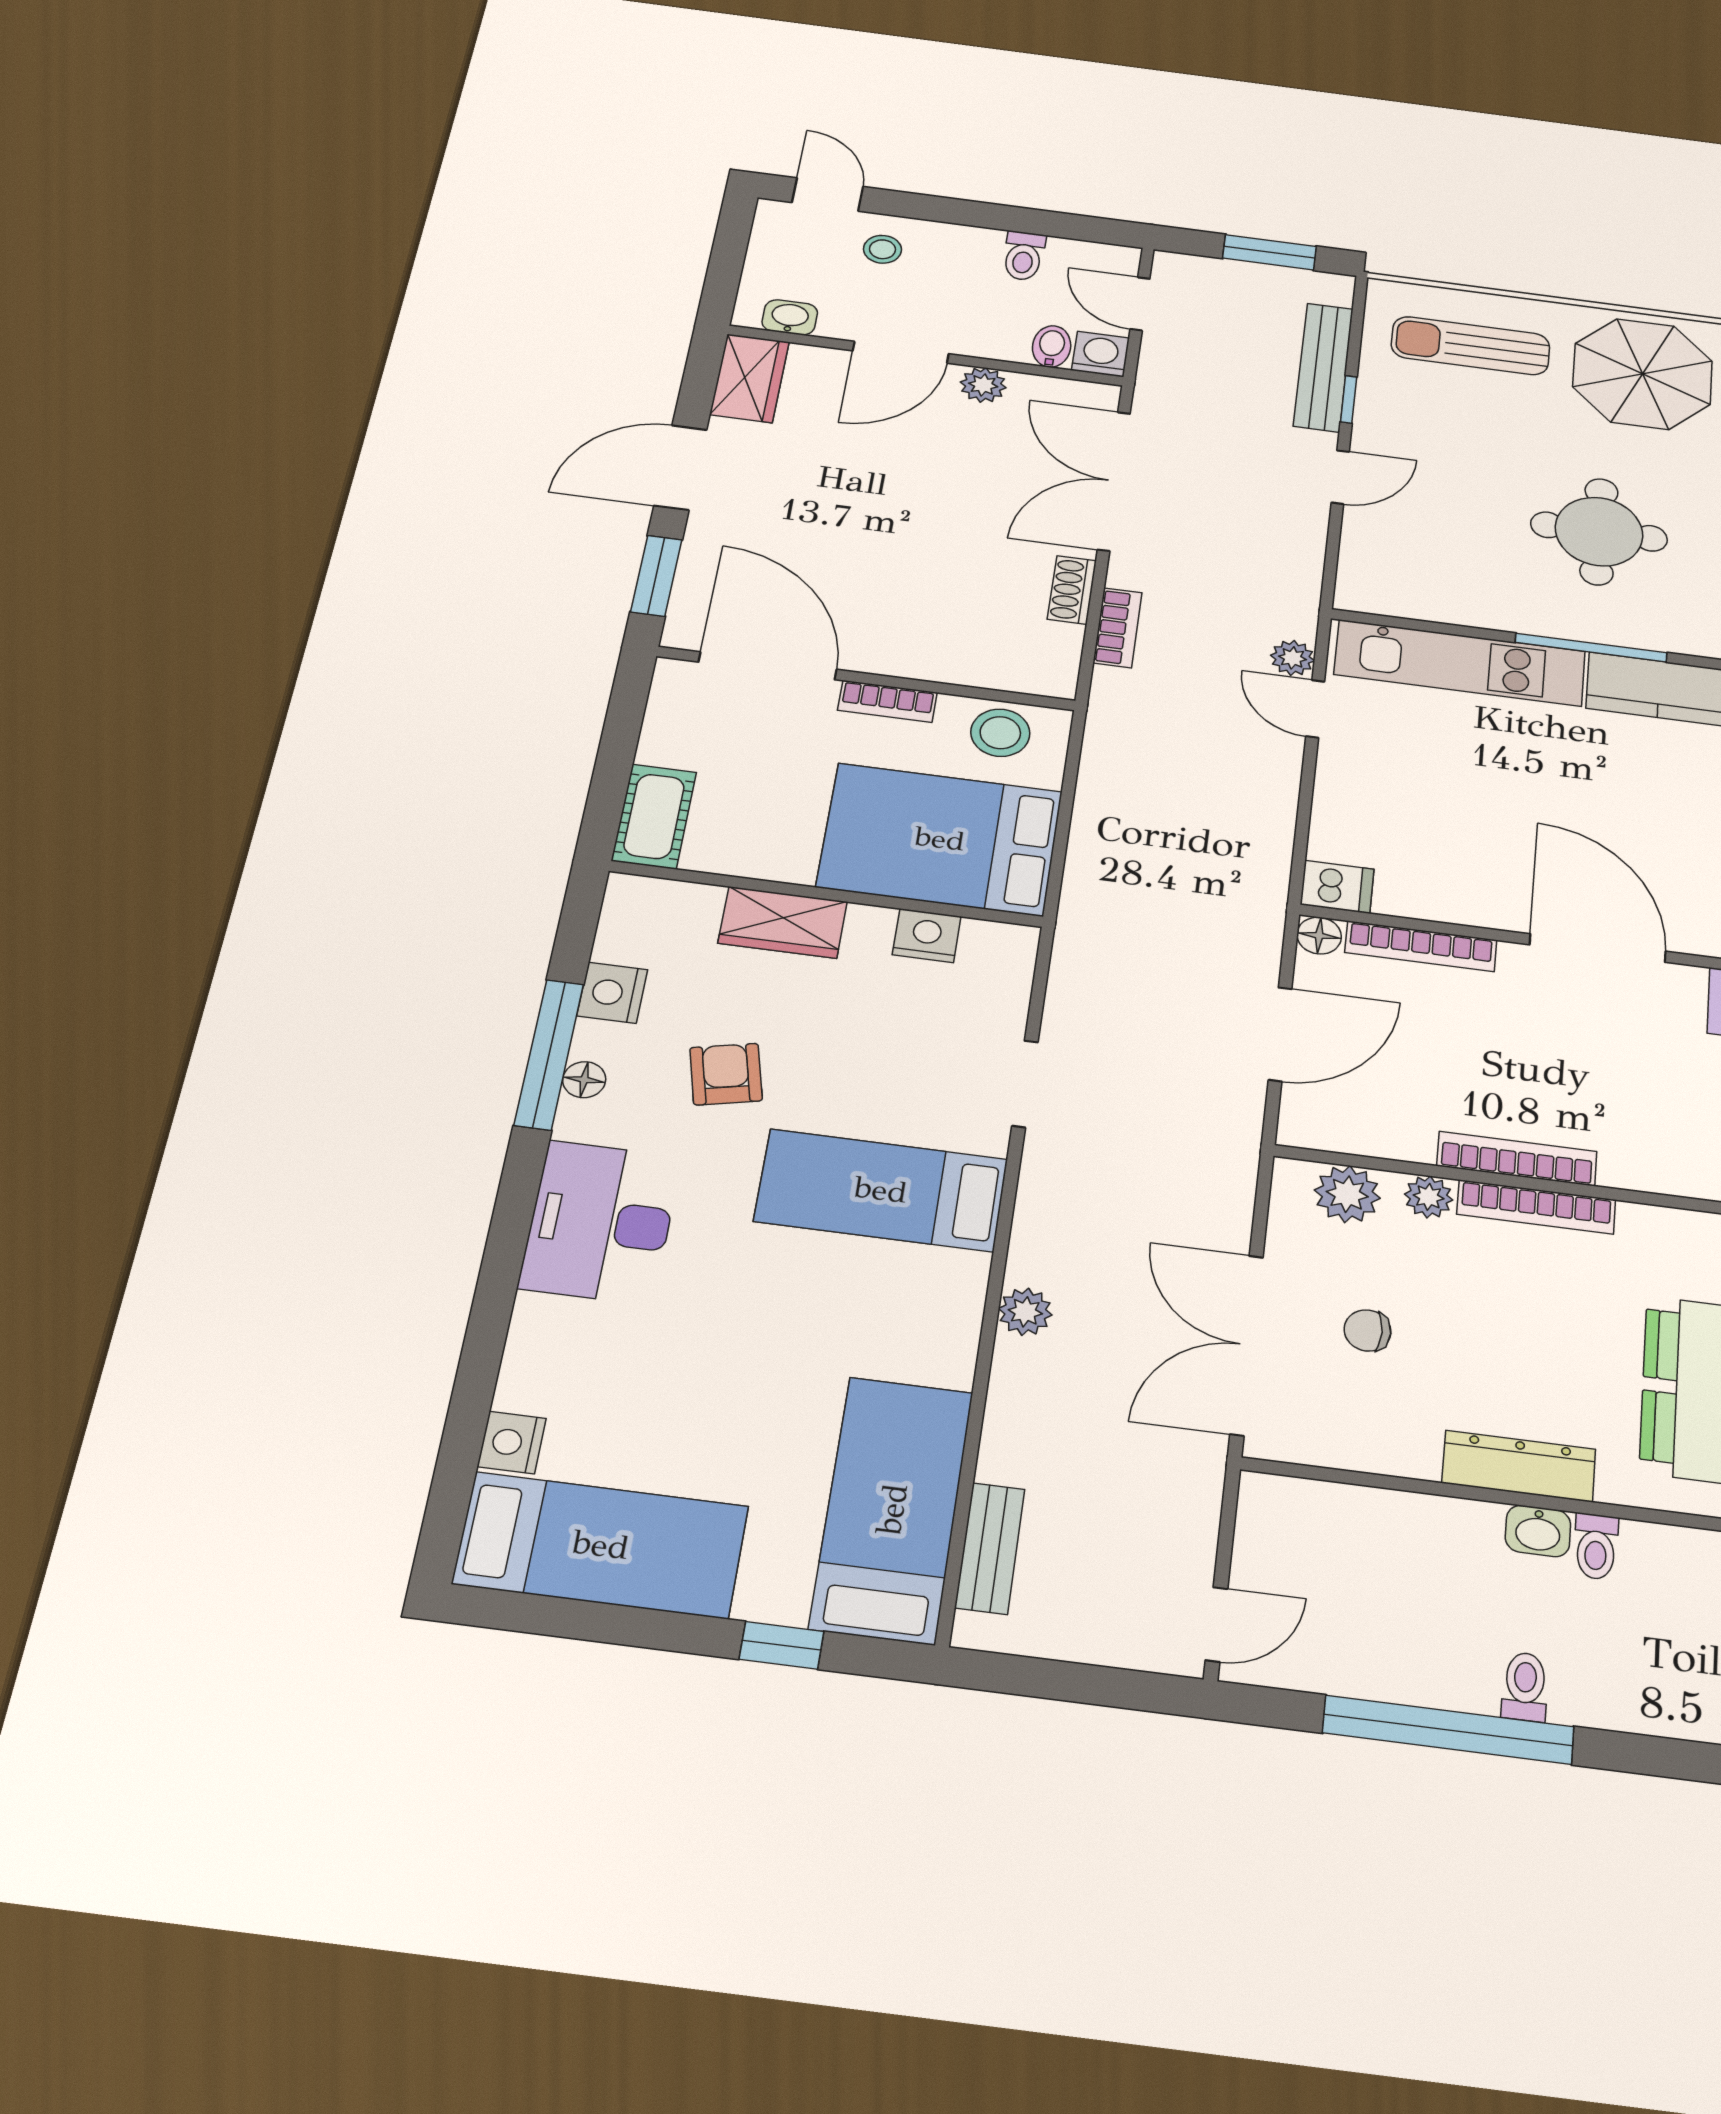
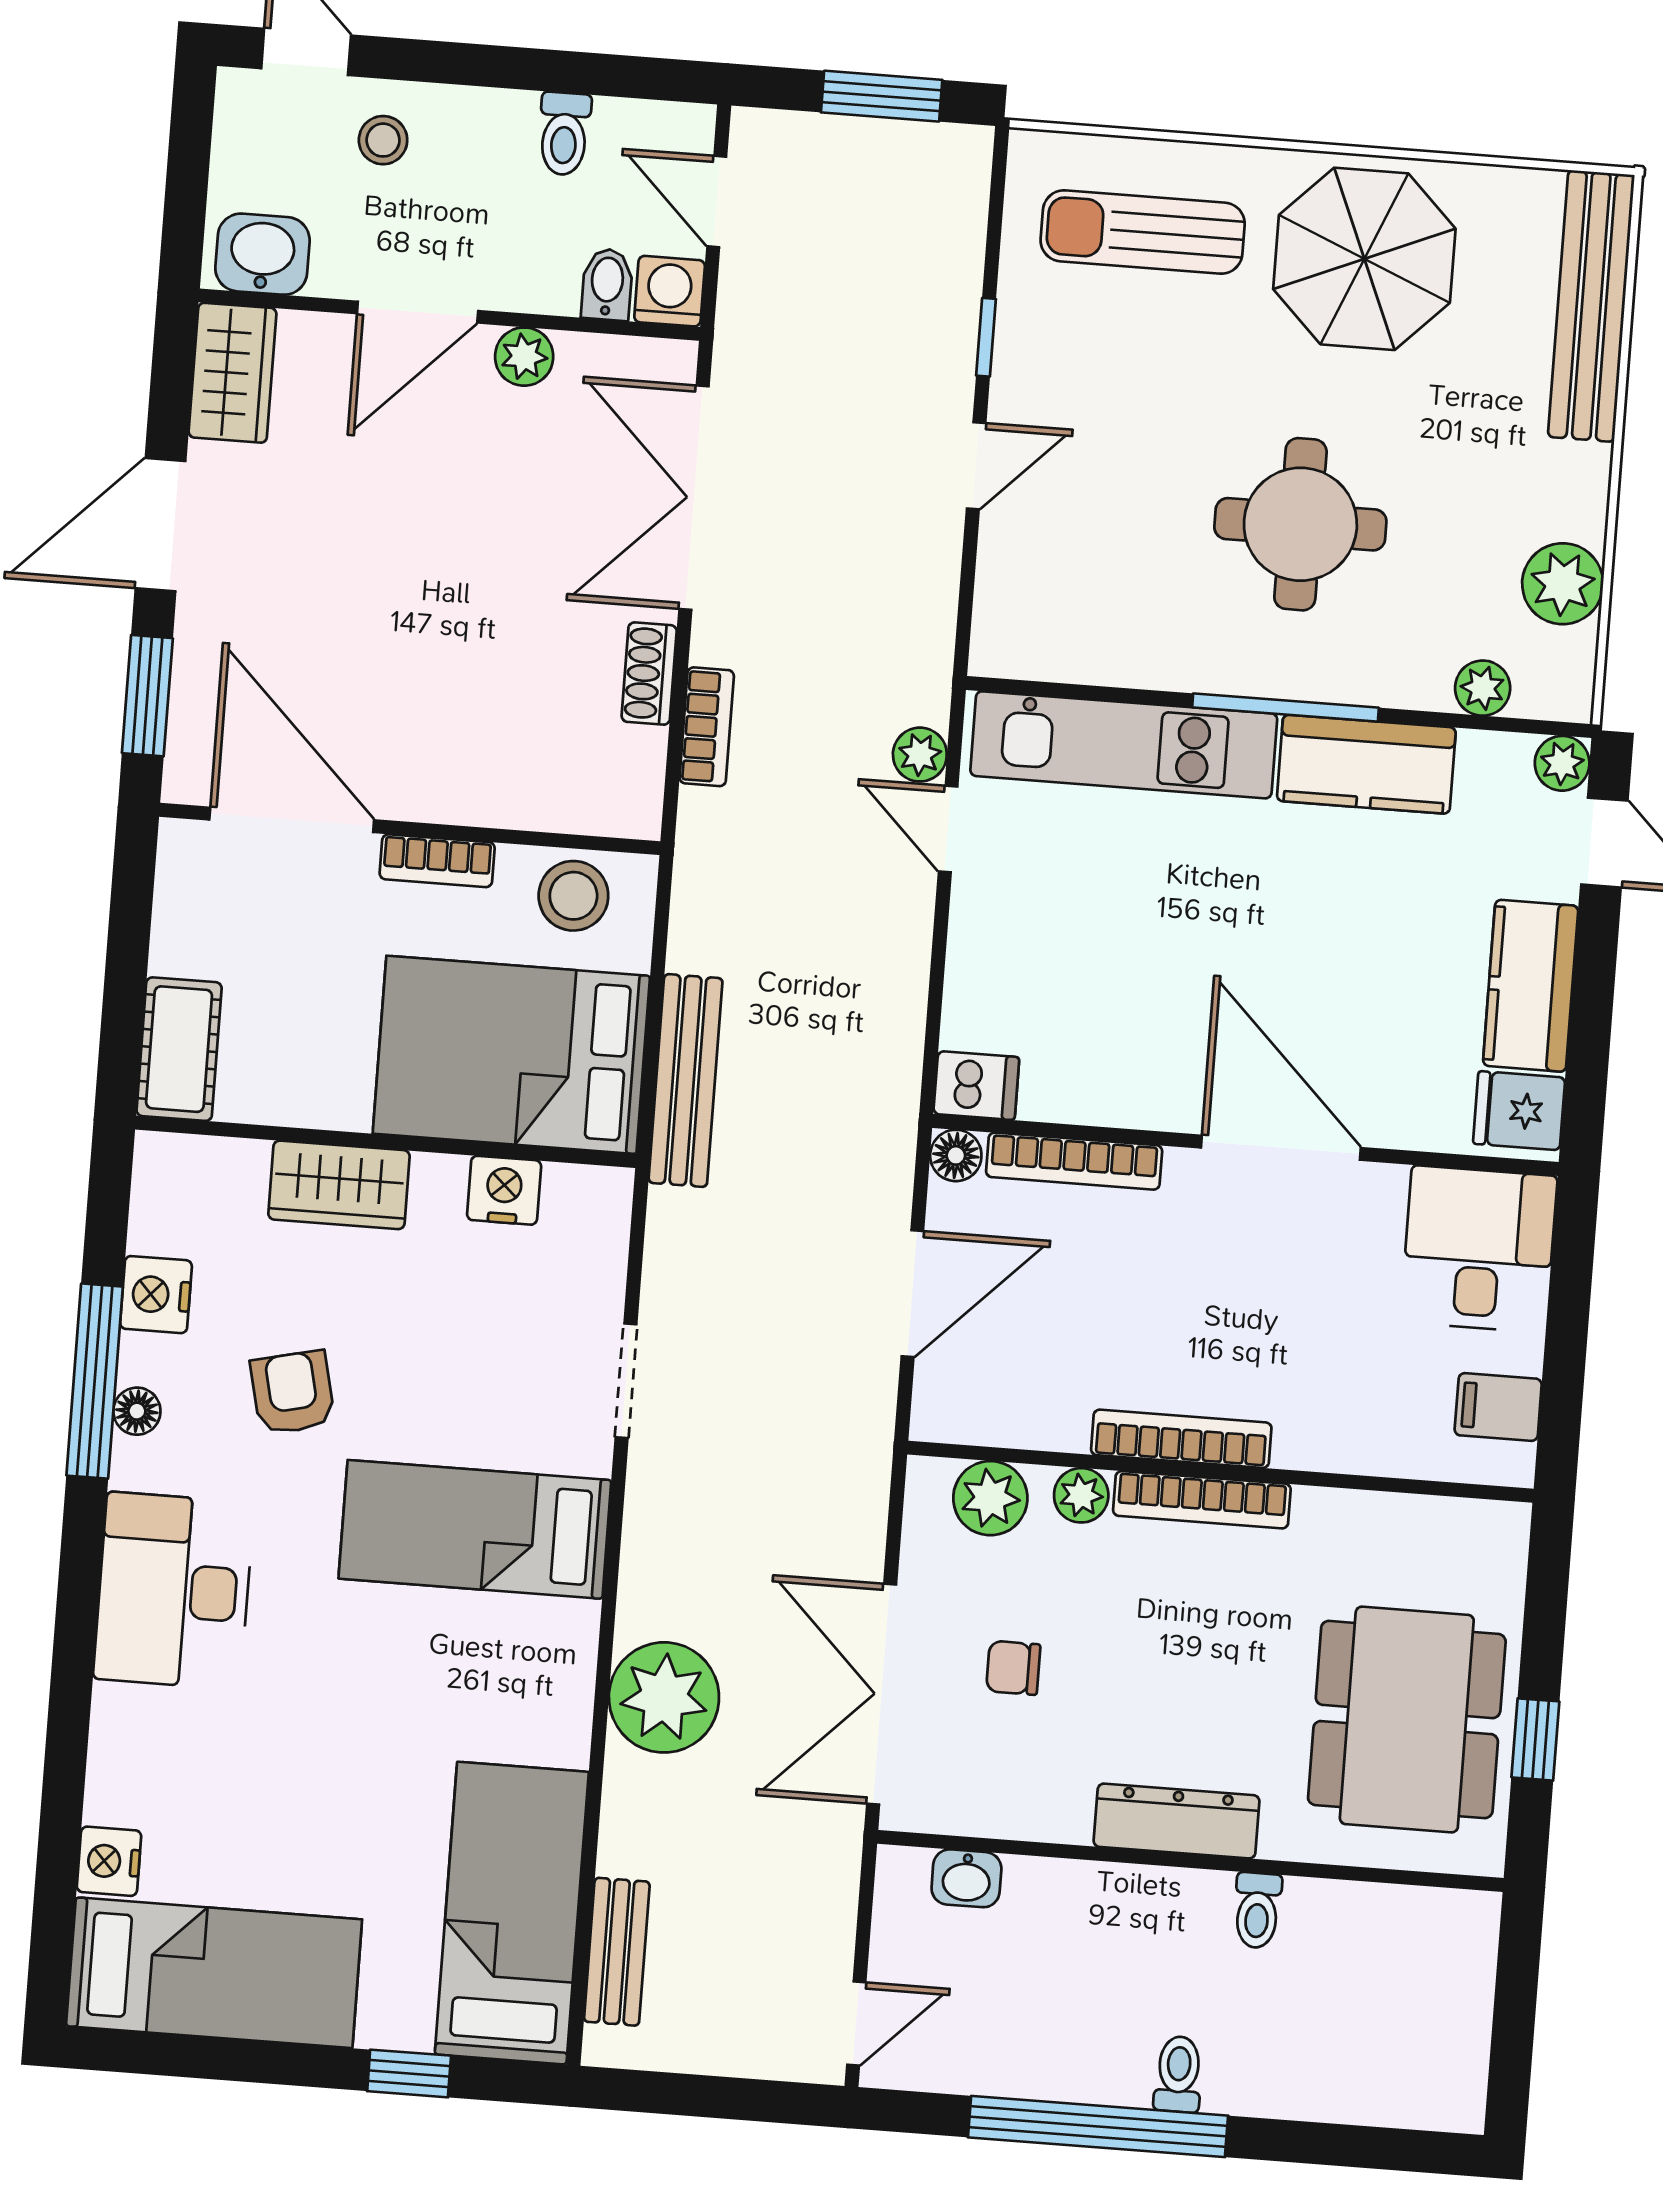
washbasin: (790, 317) -> (262, 254), width x1.38, depth x1.45
bench: (1323, 367) -> (686, 1081), moved
plant: (1025, 1312) -> (664, 1697), width x1.87, depth x1.87
washbasin: (1538, 1531) -> (966, 1878), moved

